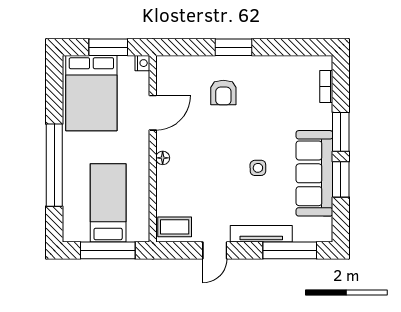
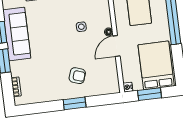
armchair: (223, 92) -> (77, 76), turned 109
door: (153, 113) -> (116, 46), moved
side table: (258, 168) -> (81, 27), moved

